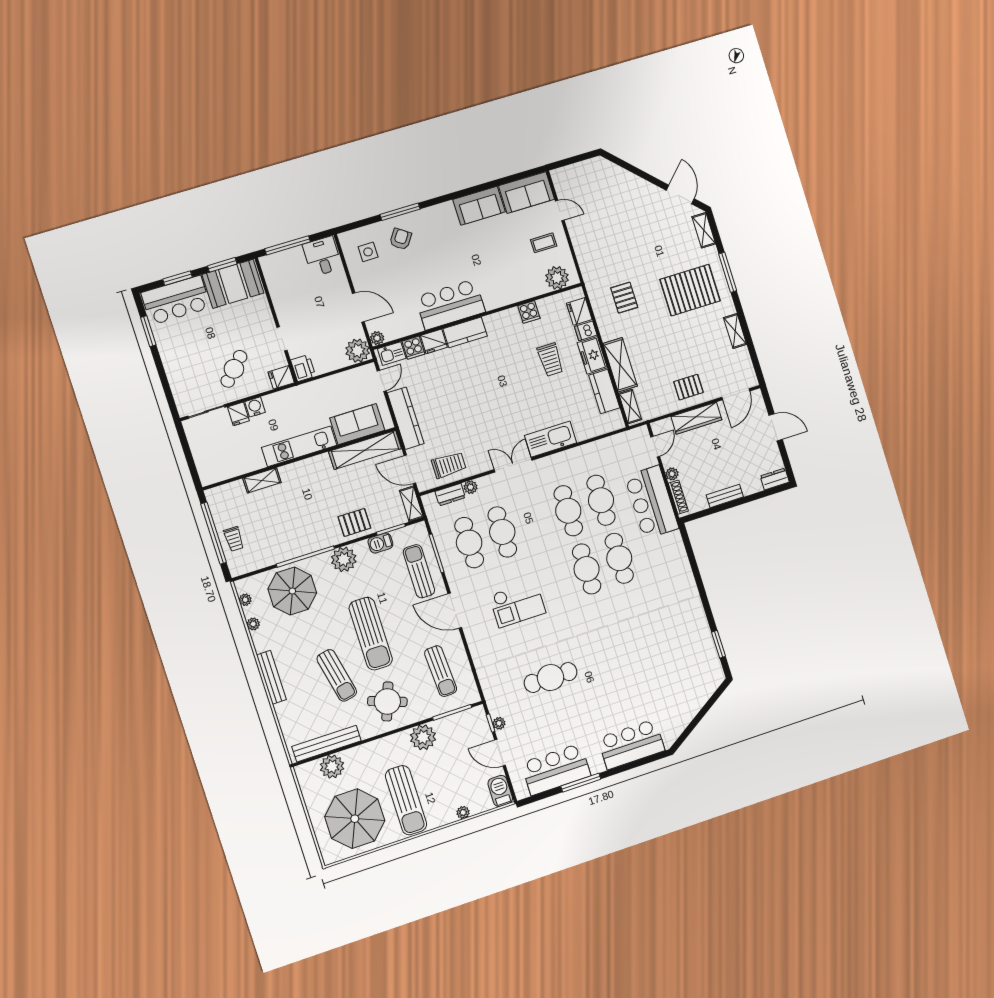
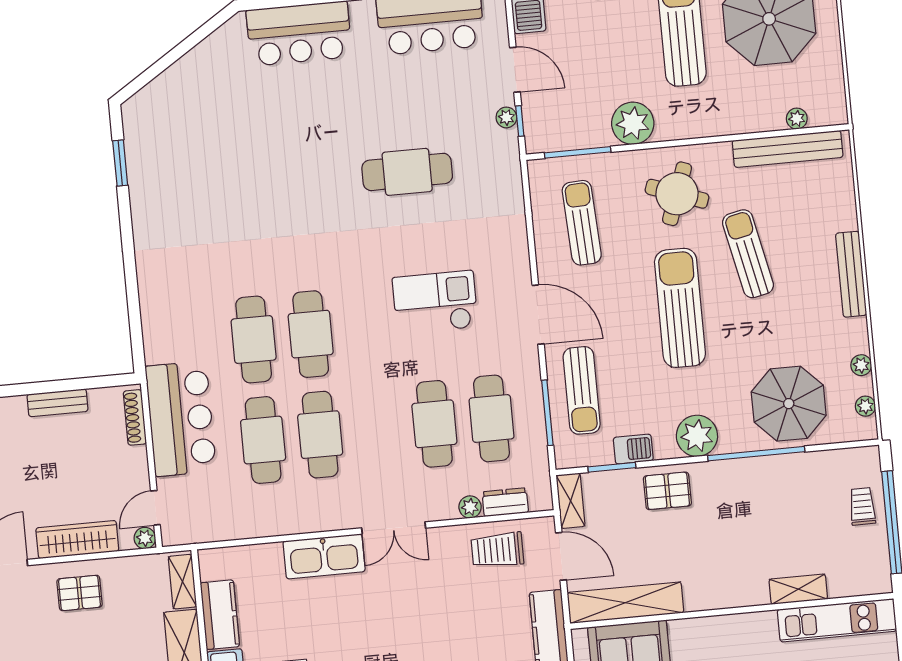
kitchen unit: (299, 446) -> (837, 620), moved
plant: (672, 474) -> (145, 538), moved
plant: (332, 767) -> (797, 119), width x0.53, depth x0.53

